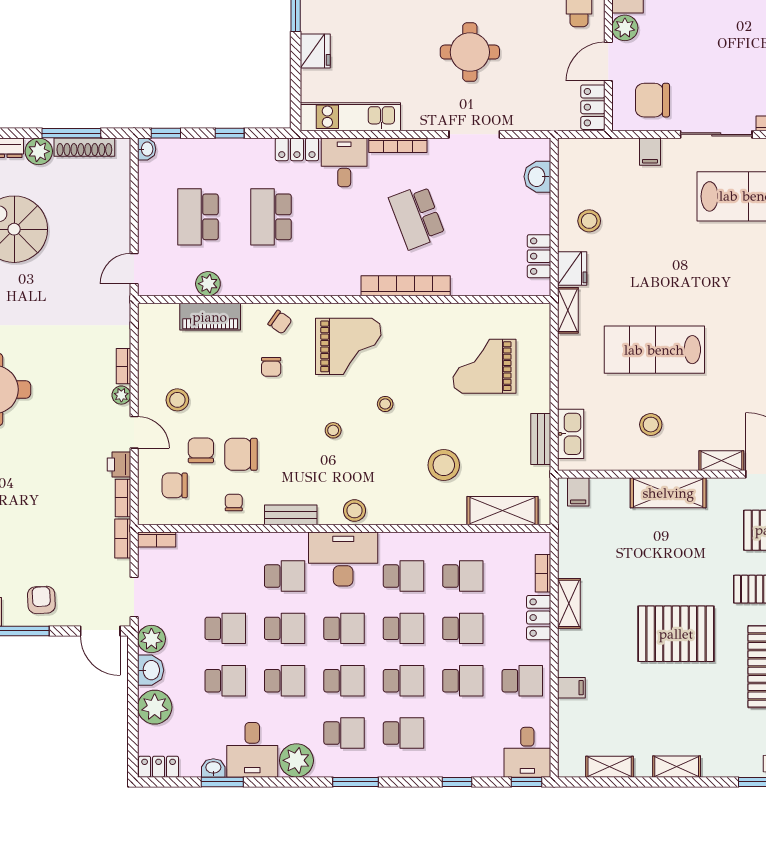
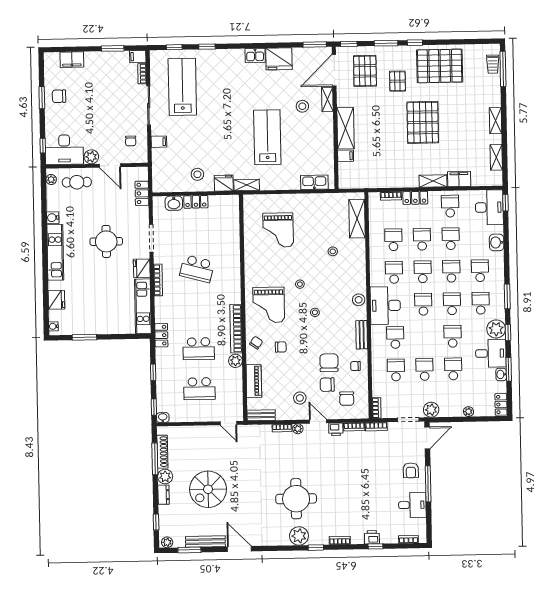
fridge: (315, 51) -> (142, 268), moved, turned -90
chair: (652, 100) -> (131, 141), width x0.54, depth x0.54
locker: (593, 107) -> (142, 193), moved, turned 90
desk: (344, 162) -> (168, 309), removed
school desk: (417, 217) -> (197, 269), turned 36
locker: (539, 256) -> (196, 202), moved
plant: (208, 284) -> (235, 361), moved
bookcase: (406, 286) -> (236, 329), moved
grand piano: (348, 346) -> (269, 305), turned 180
lab bench: (654, 350) -> (267, 137), turned 180
stool: (651, 425) -> (302, 106), moved
door: (134, 432) -> (318, 421), hinge flipped
bench: (541, 439) -> (261, 415), moved
chair: (241, 454) -> (329, 363), turned 180
stool: (444, 465) -> (333, 251), width x0.53, depth x0.53
filing cabinet: (578, 492) -> (346, 156), moved
armchair: (41, 600) -> (411, 470), turned -87
shelving: (569, 603) -> (433, 181), moved
school desk: (285, 628) -> (396, 370), moved
washbasin: (151, 670) -> (497, 242), moved, turned -90
filing cabinet: (571, 688) -> (459, 179), width x2.00
plant: (155, 707) -> (468, 412), width x0.53, depth x0.53
desk: (527, 752) -> (489, 207), width x1.37
window: (457, 782) -> (508, 332), moved

